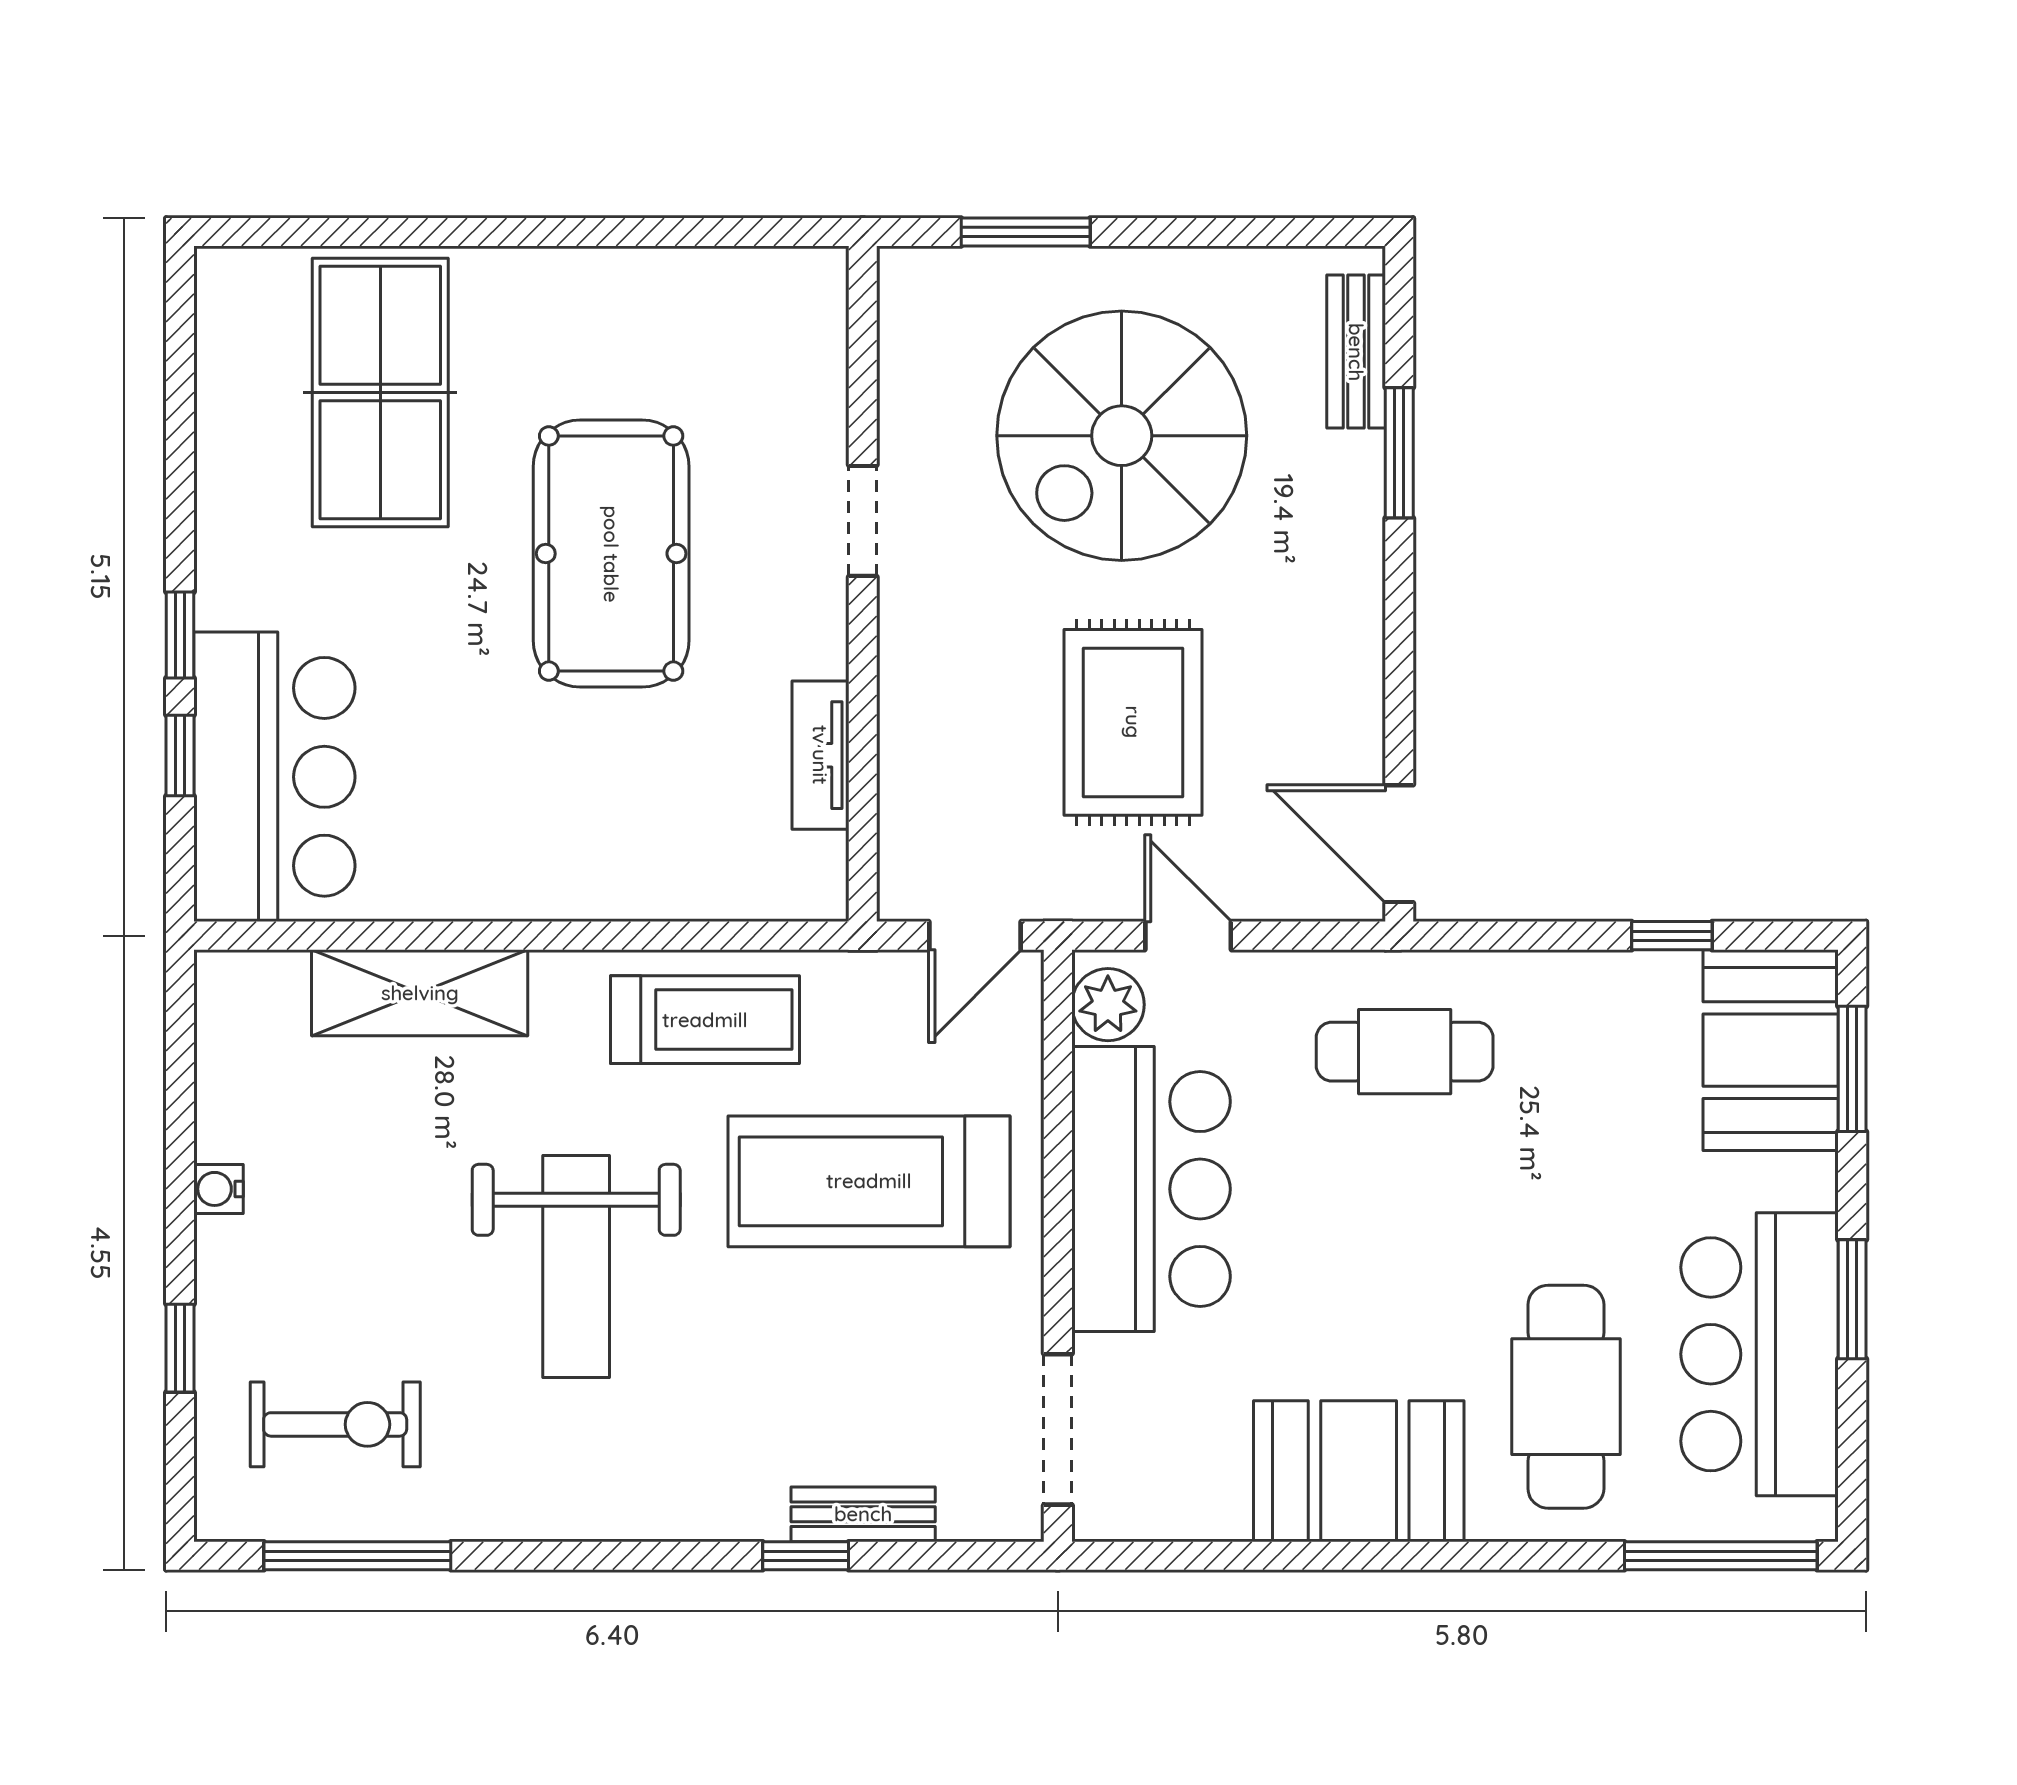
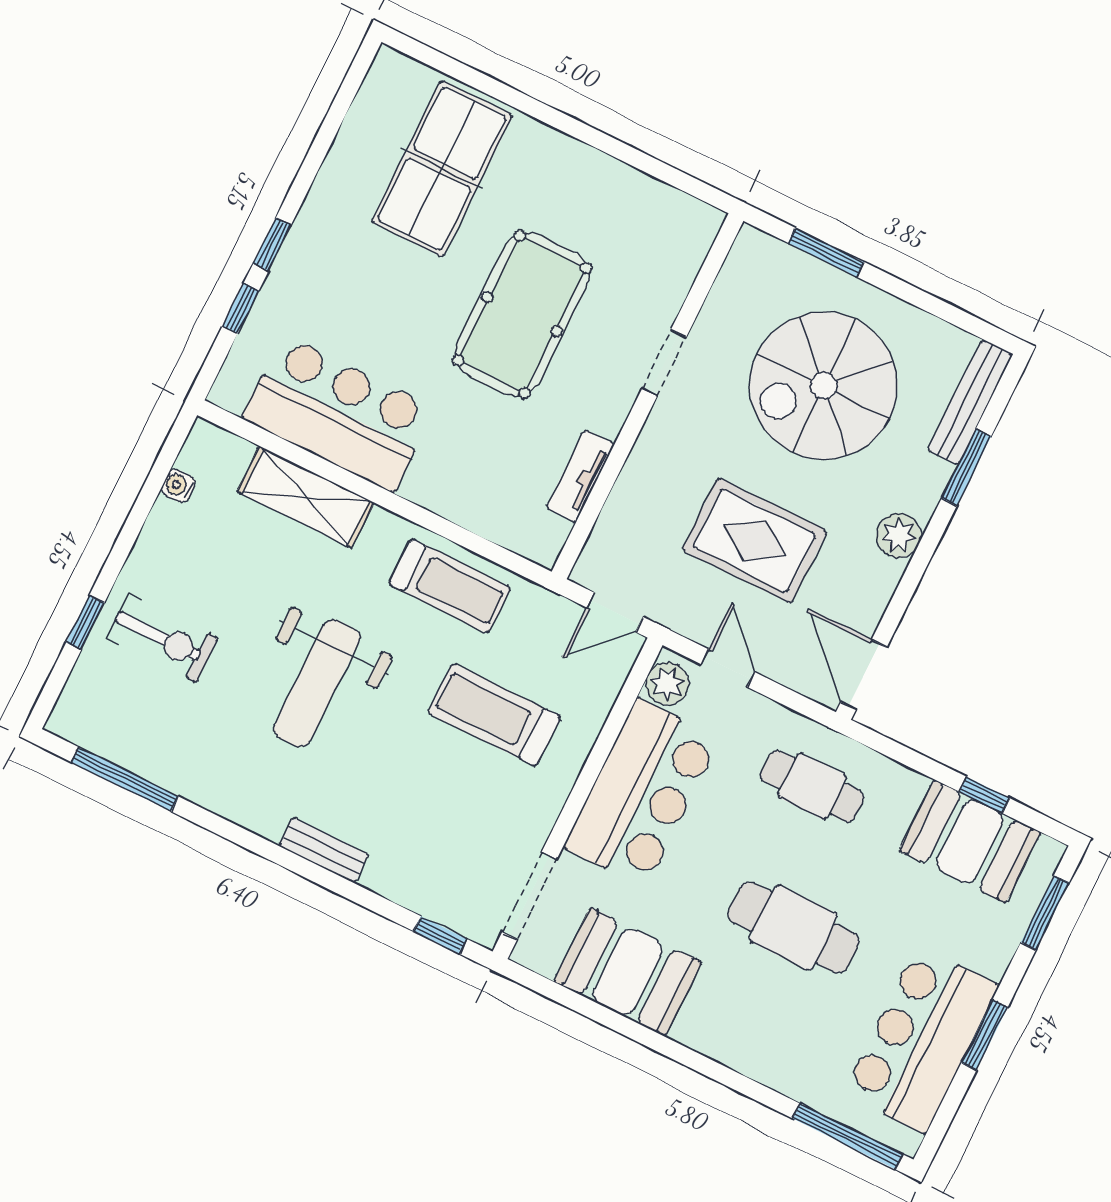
bench: (1356, 352) -> (970, 402), width x1.36
plant: (1348, 607) -> (899, 536), added
rug: (1133, 722) -> (754, 541), turned 90
bar counter: (274, 777) -> (338, 413), moved, turned -90
booth: (1771, 1050) -> (970, 841), moved, turned 90
treadmill: (869, 1181) -> (494, 715), width x0.73, depth x0.73
water cooler: (218, 1189) -> (178, 486), moved
cafe table: (1566, 1397) -> (793, 928), moved, turned 90
exercise bike: (335, 1424) -> (162, 638), moved
booth: (1359, 1471) -> (628, 972), moved
bench: (863, 1514) -> (324, 850), moved
window: (806, 1556) -> (440, 935), moved

